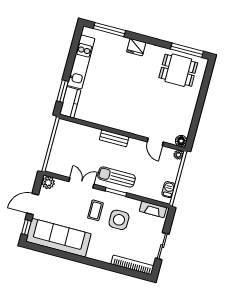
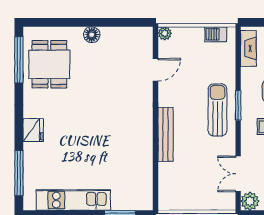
kitchen counter: (70, 102) -> (132, 200), removed
bench: (114, 138) -> (166, 134), width x1.36
floor lamp: (181, 141) -> (92, 35), moved
sun lounger: (117, 177) -> (217, 110), turned 180
double door: (81, 183) -> (238, 174), moved

